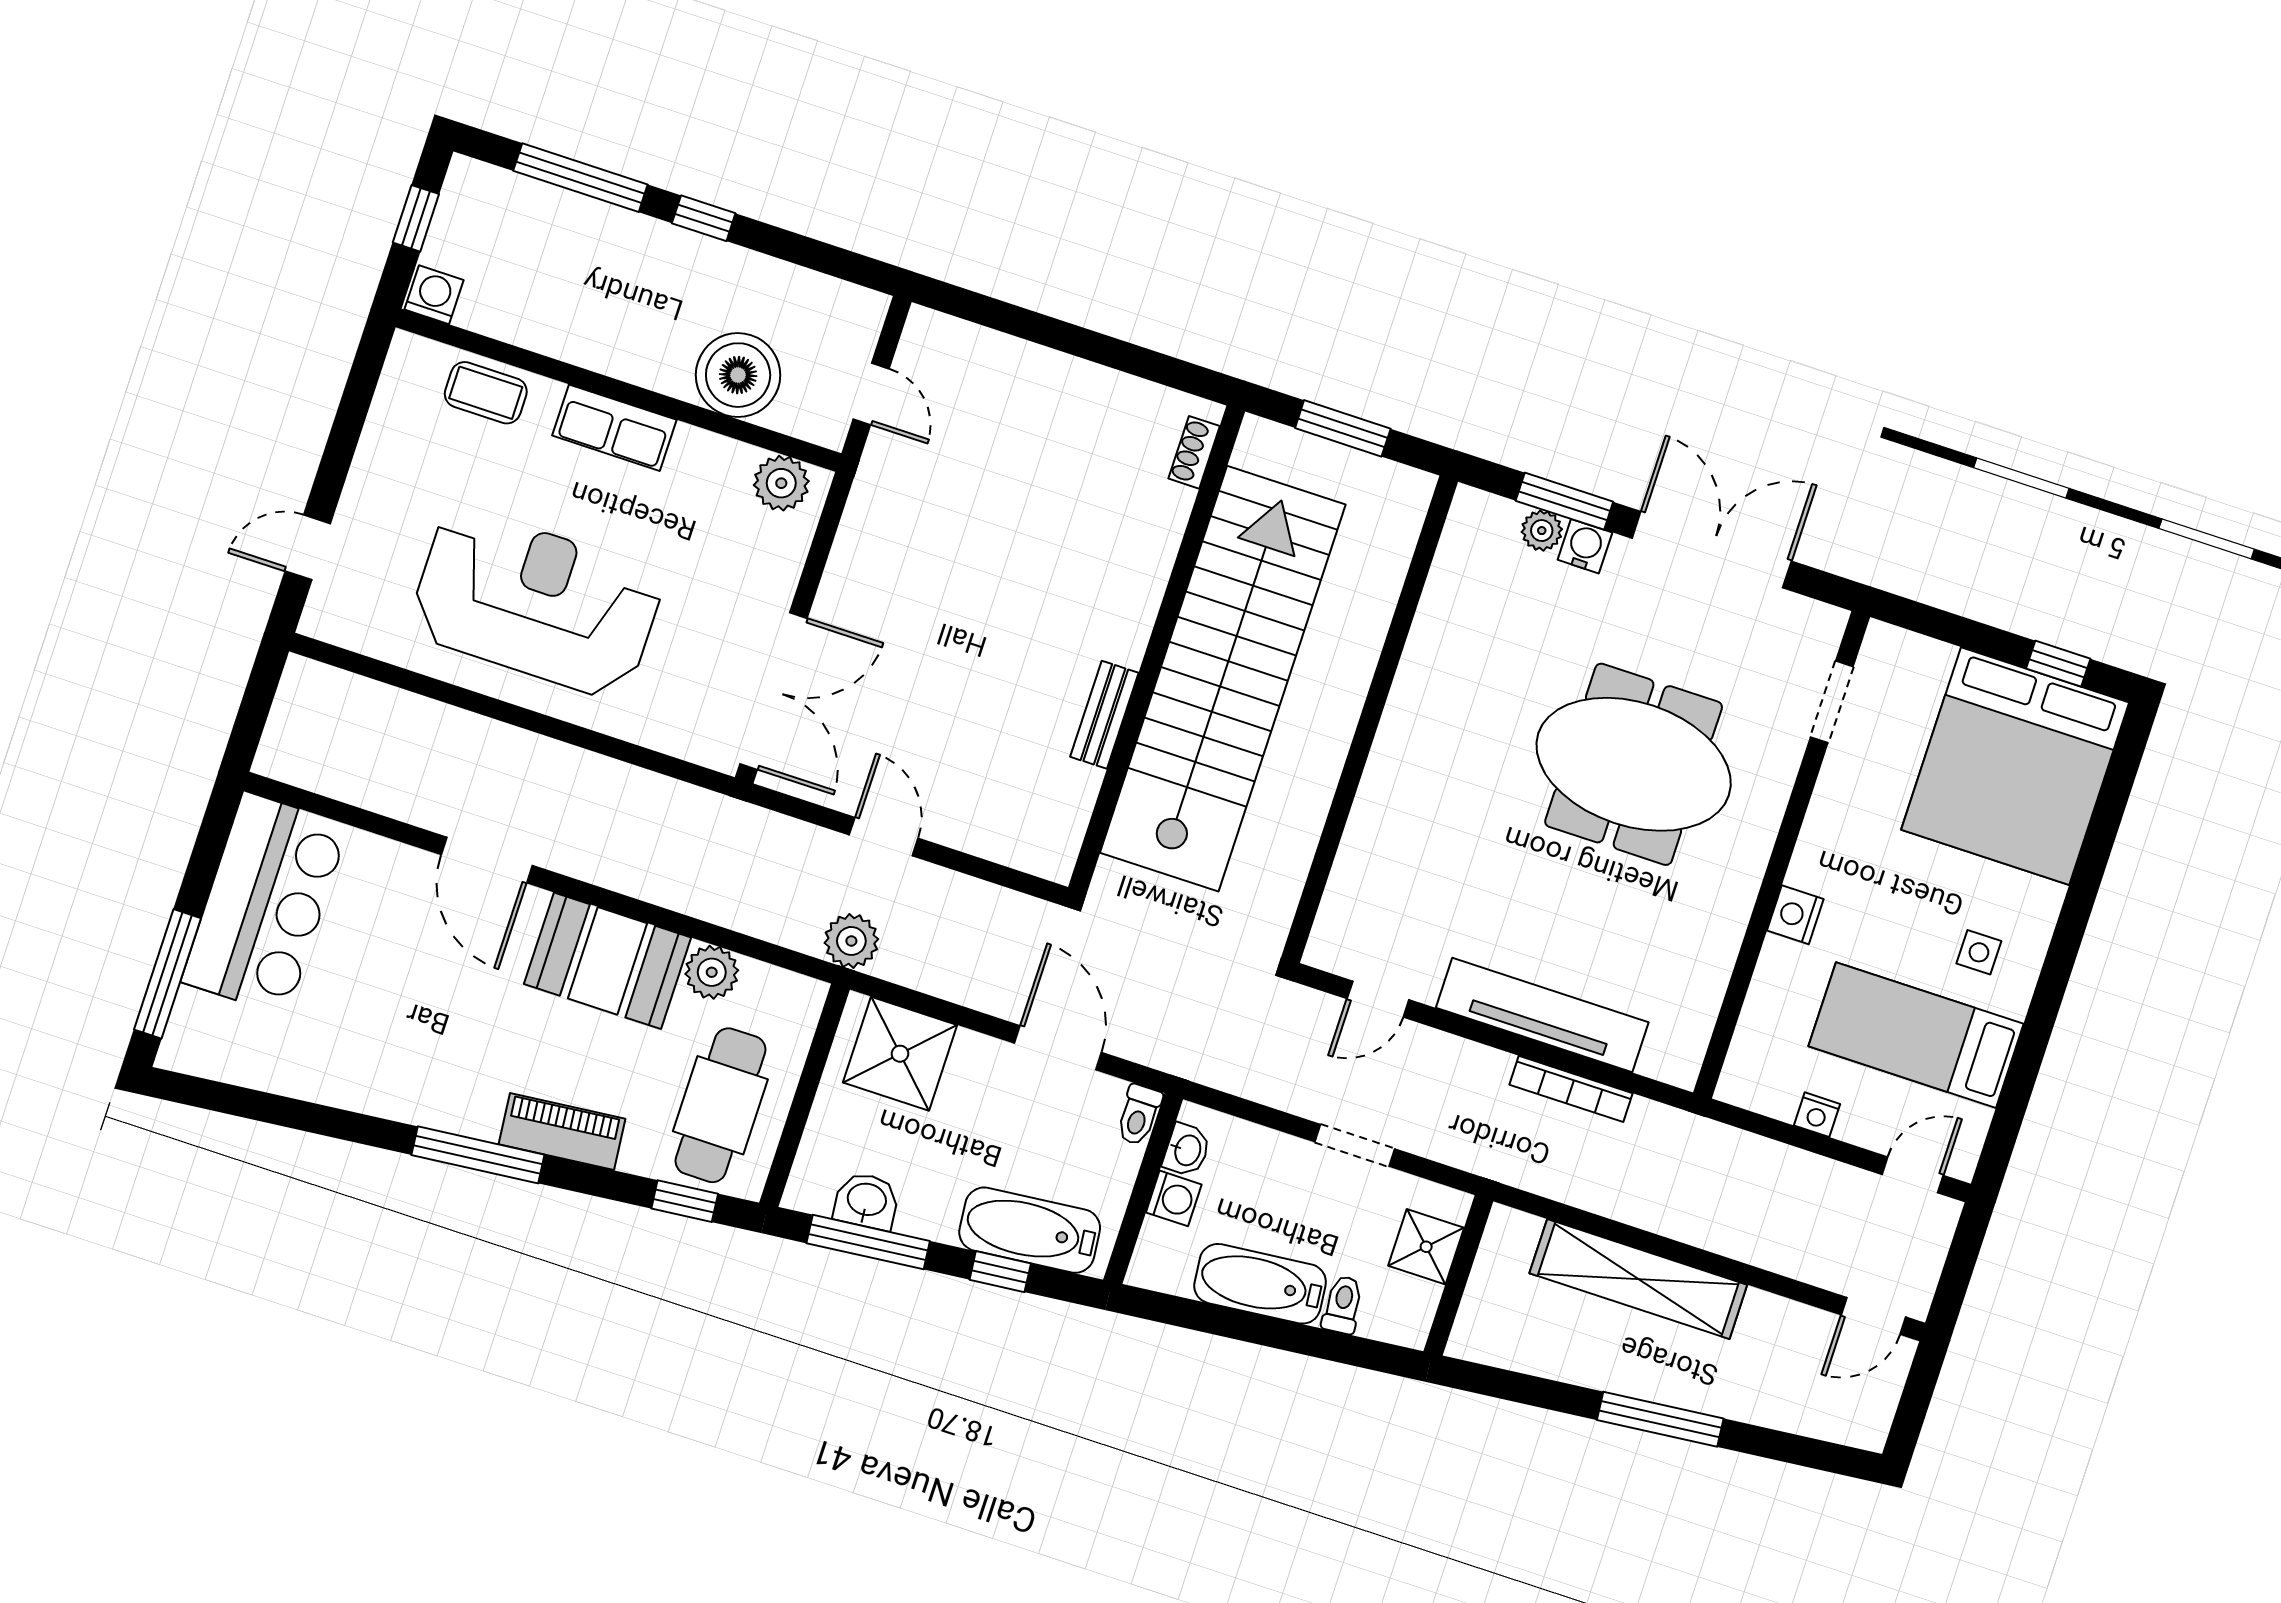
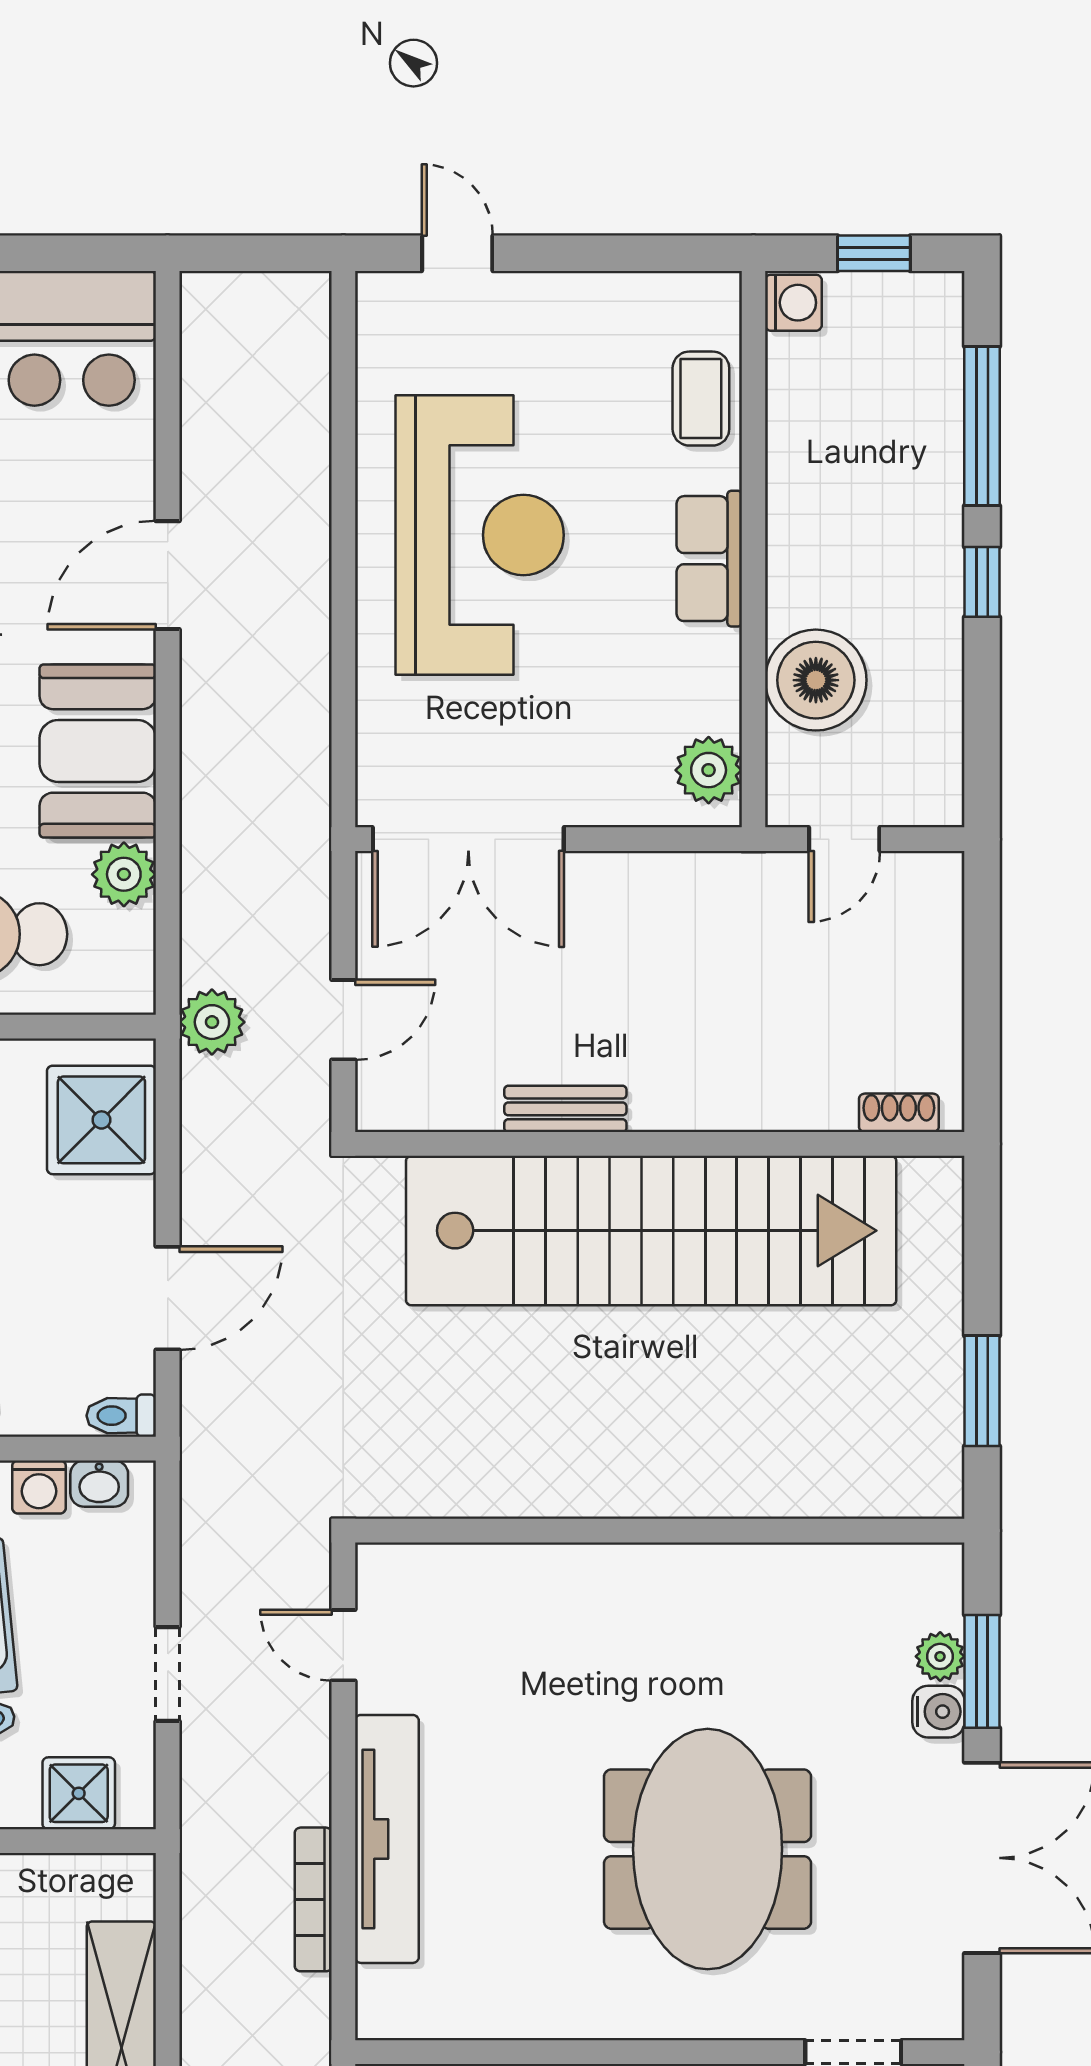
shoe rack: (1194, 452) -> (899, 1113), moved
wall: (1157, 649) -> (660, 1144), moved
stairs: (1223, 679) -> (651, 1231), moved
bench: (1104, 715) -> (565, 1109), moved

